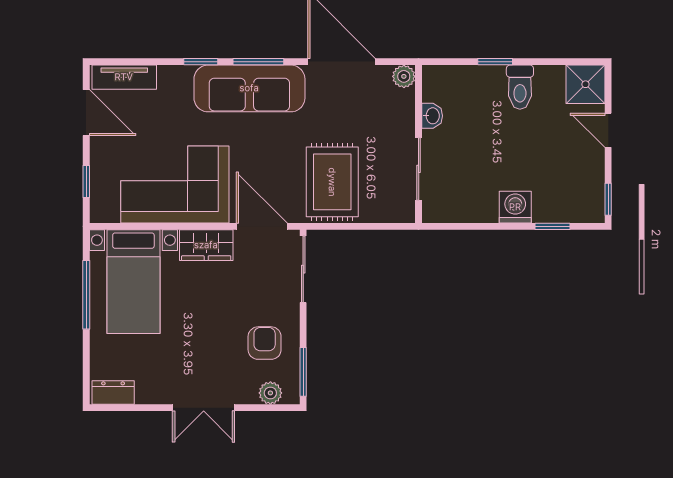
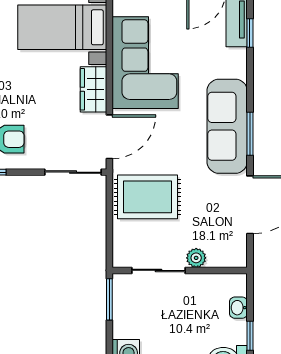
window: (201, 62) -> (250, 33), moved
plant: (404, 76) -> (196, 258), moved
washbasin: (432, 116) -> (238, 308), moved, turned 90
window: (452, 226) -> (109, 299), added

